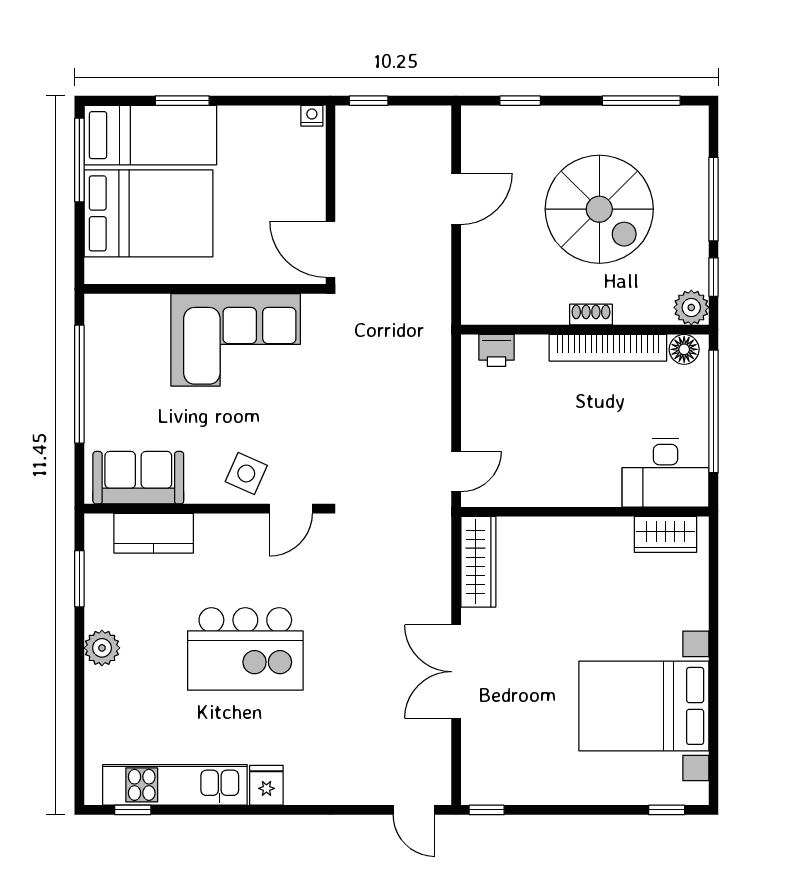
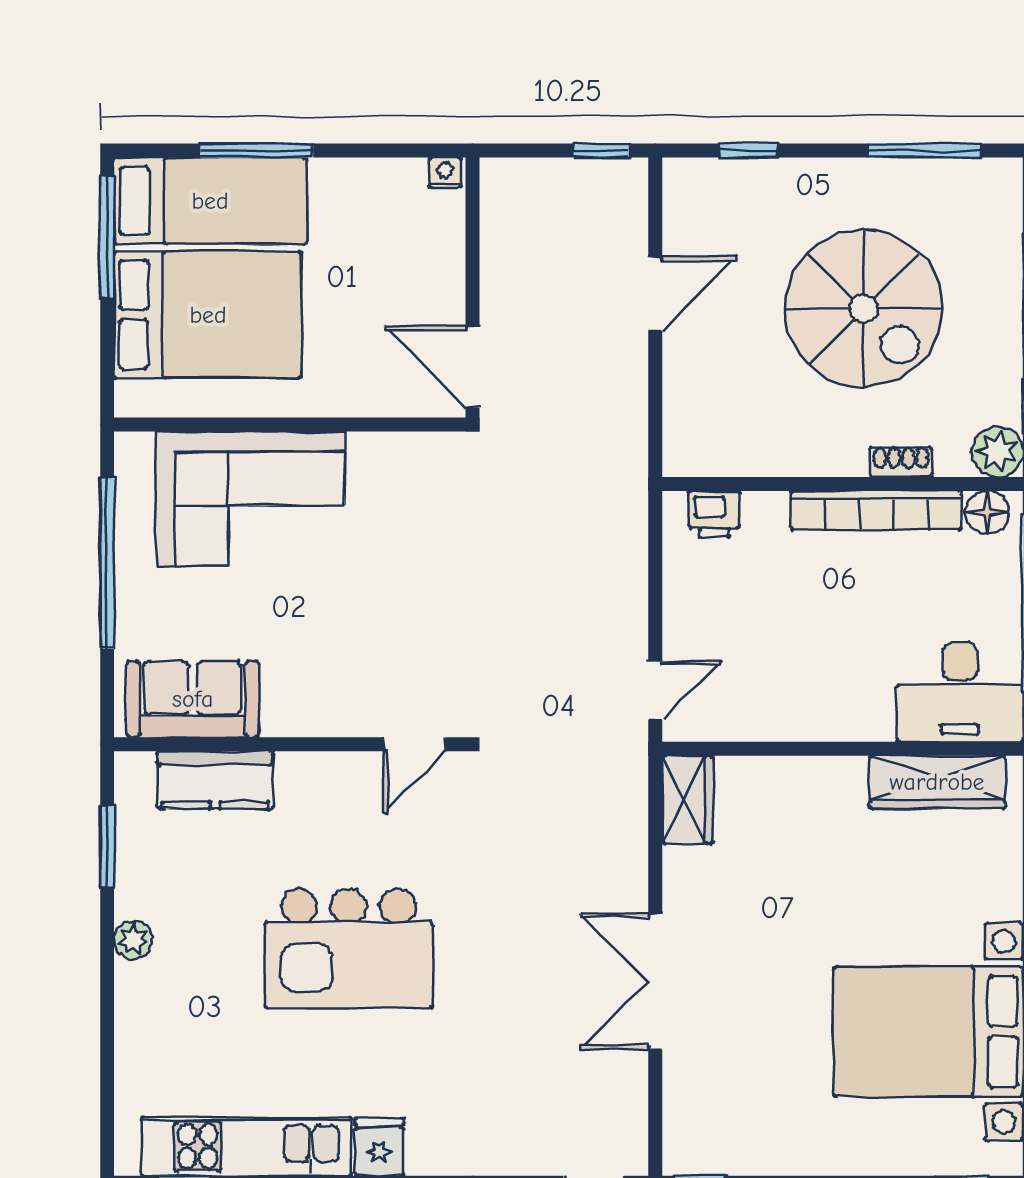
window: (182, 101) -> (257, 150), width x1.44
window: (369, 101) -> (601, 150), moved
shoe rack: (591, 315) -> (901, 462), moved
corner sofa: (236, 340) -> (250, 499), moved
side table: (246, 474) -> (350, 693), removed
wardrobe: (665, 534) -> (937, 782), width x1.50
wardrobe: (478, 562) -> (688, 800), width x0.67
plant: (102, 648) -> (133, 940), width x0.73, depth x0.73

